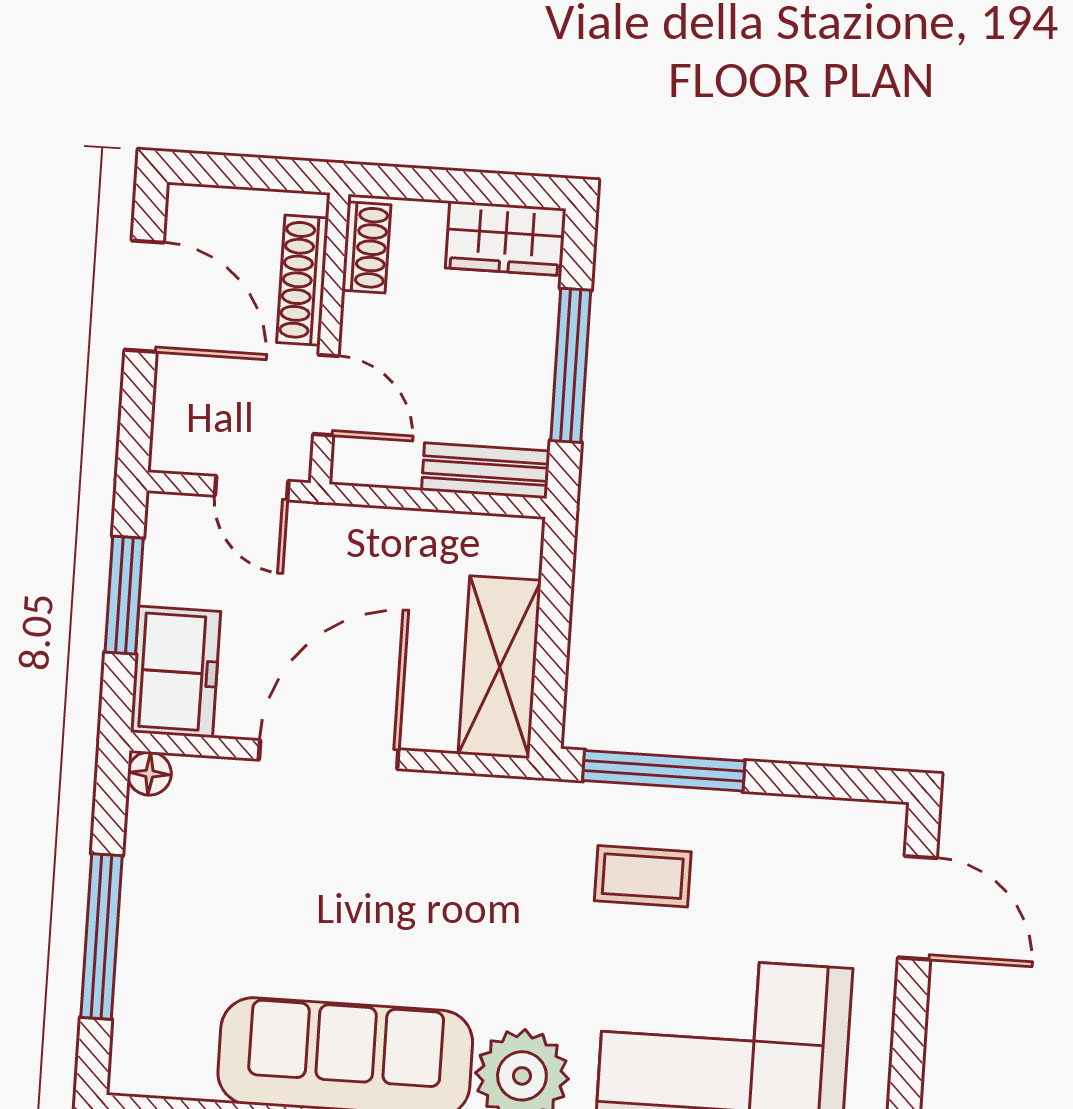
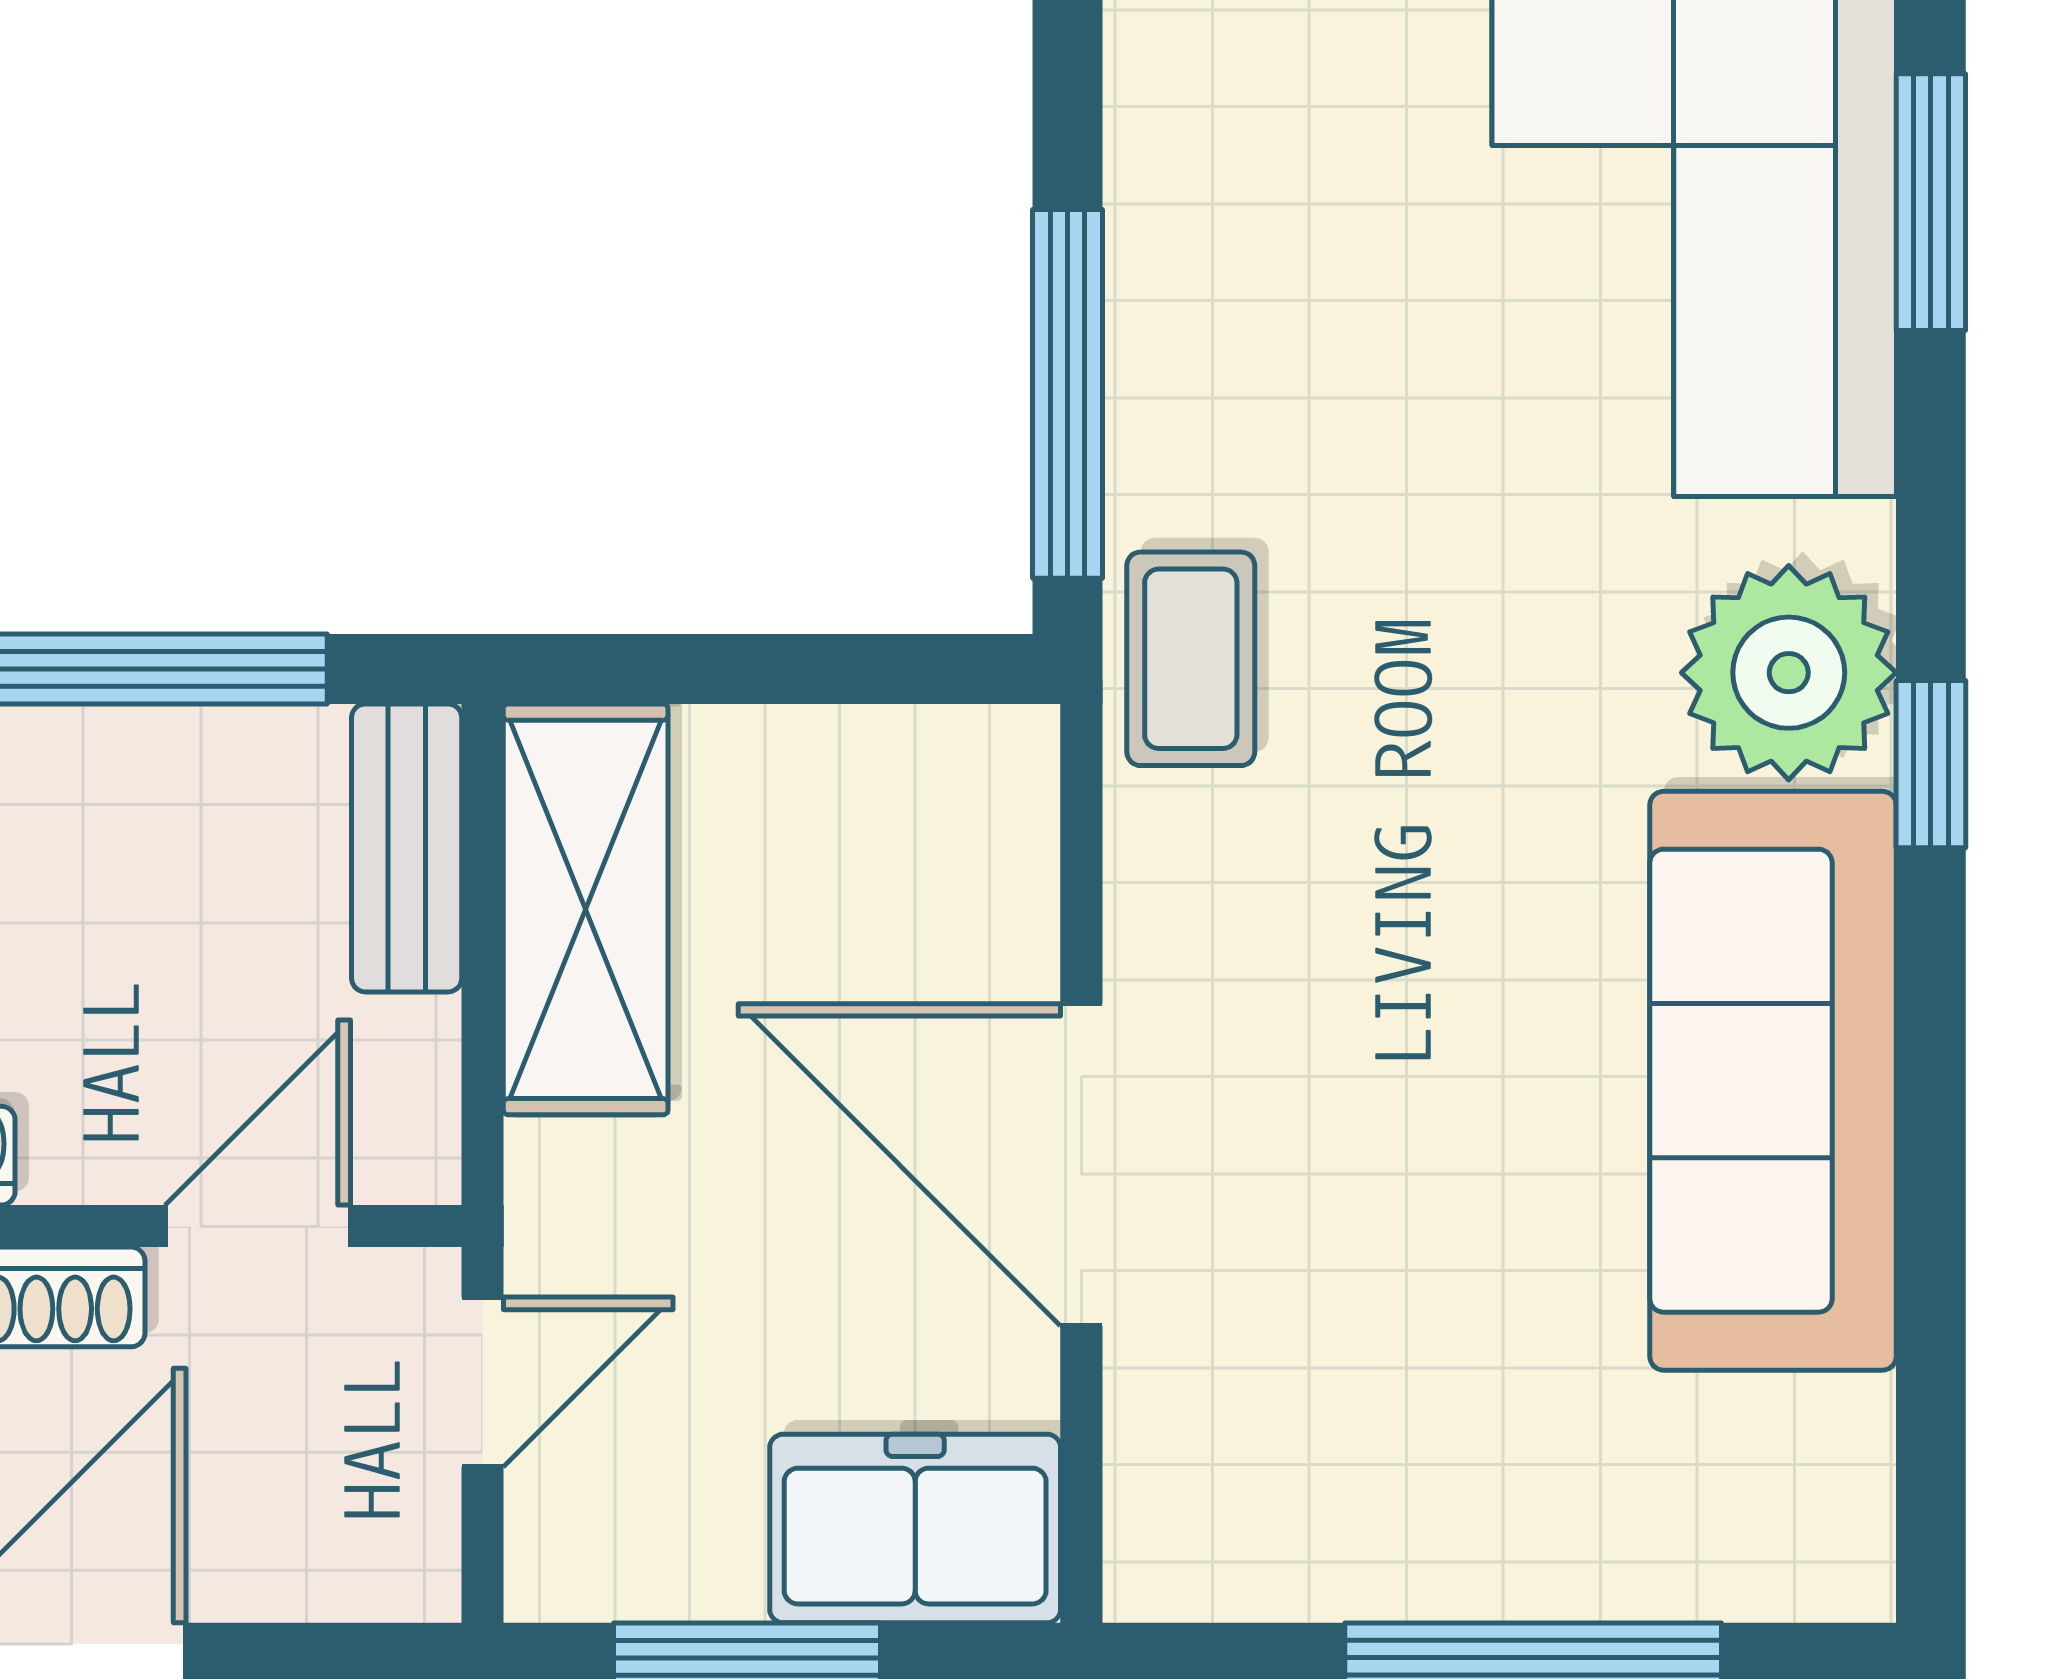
shelving: (500, 667) -> (586, 909), moved, turned 90
floor lamp: (149, 774) -> (1152, 1573), removed
coffee table: (643, 876) -> (1191, 659), moved

